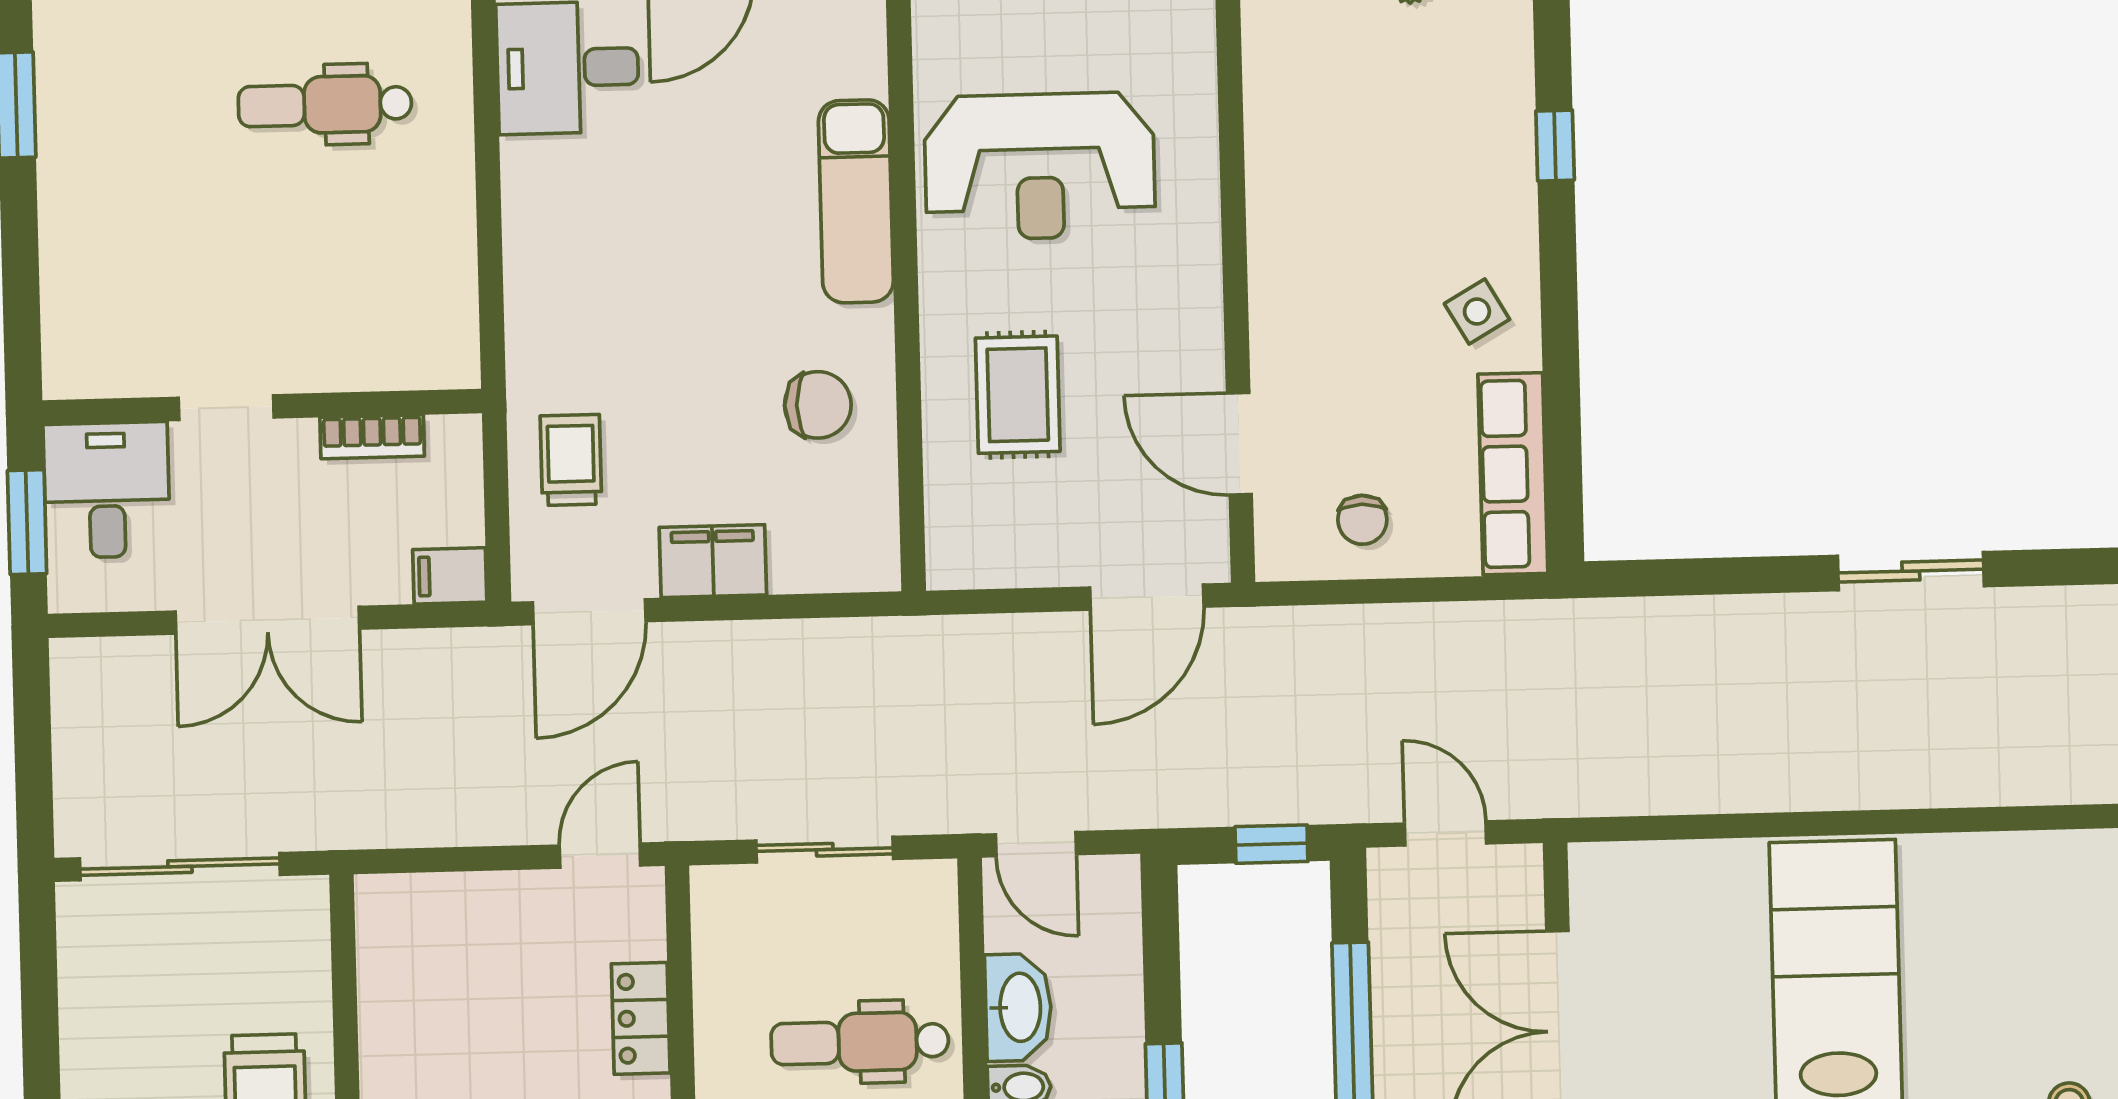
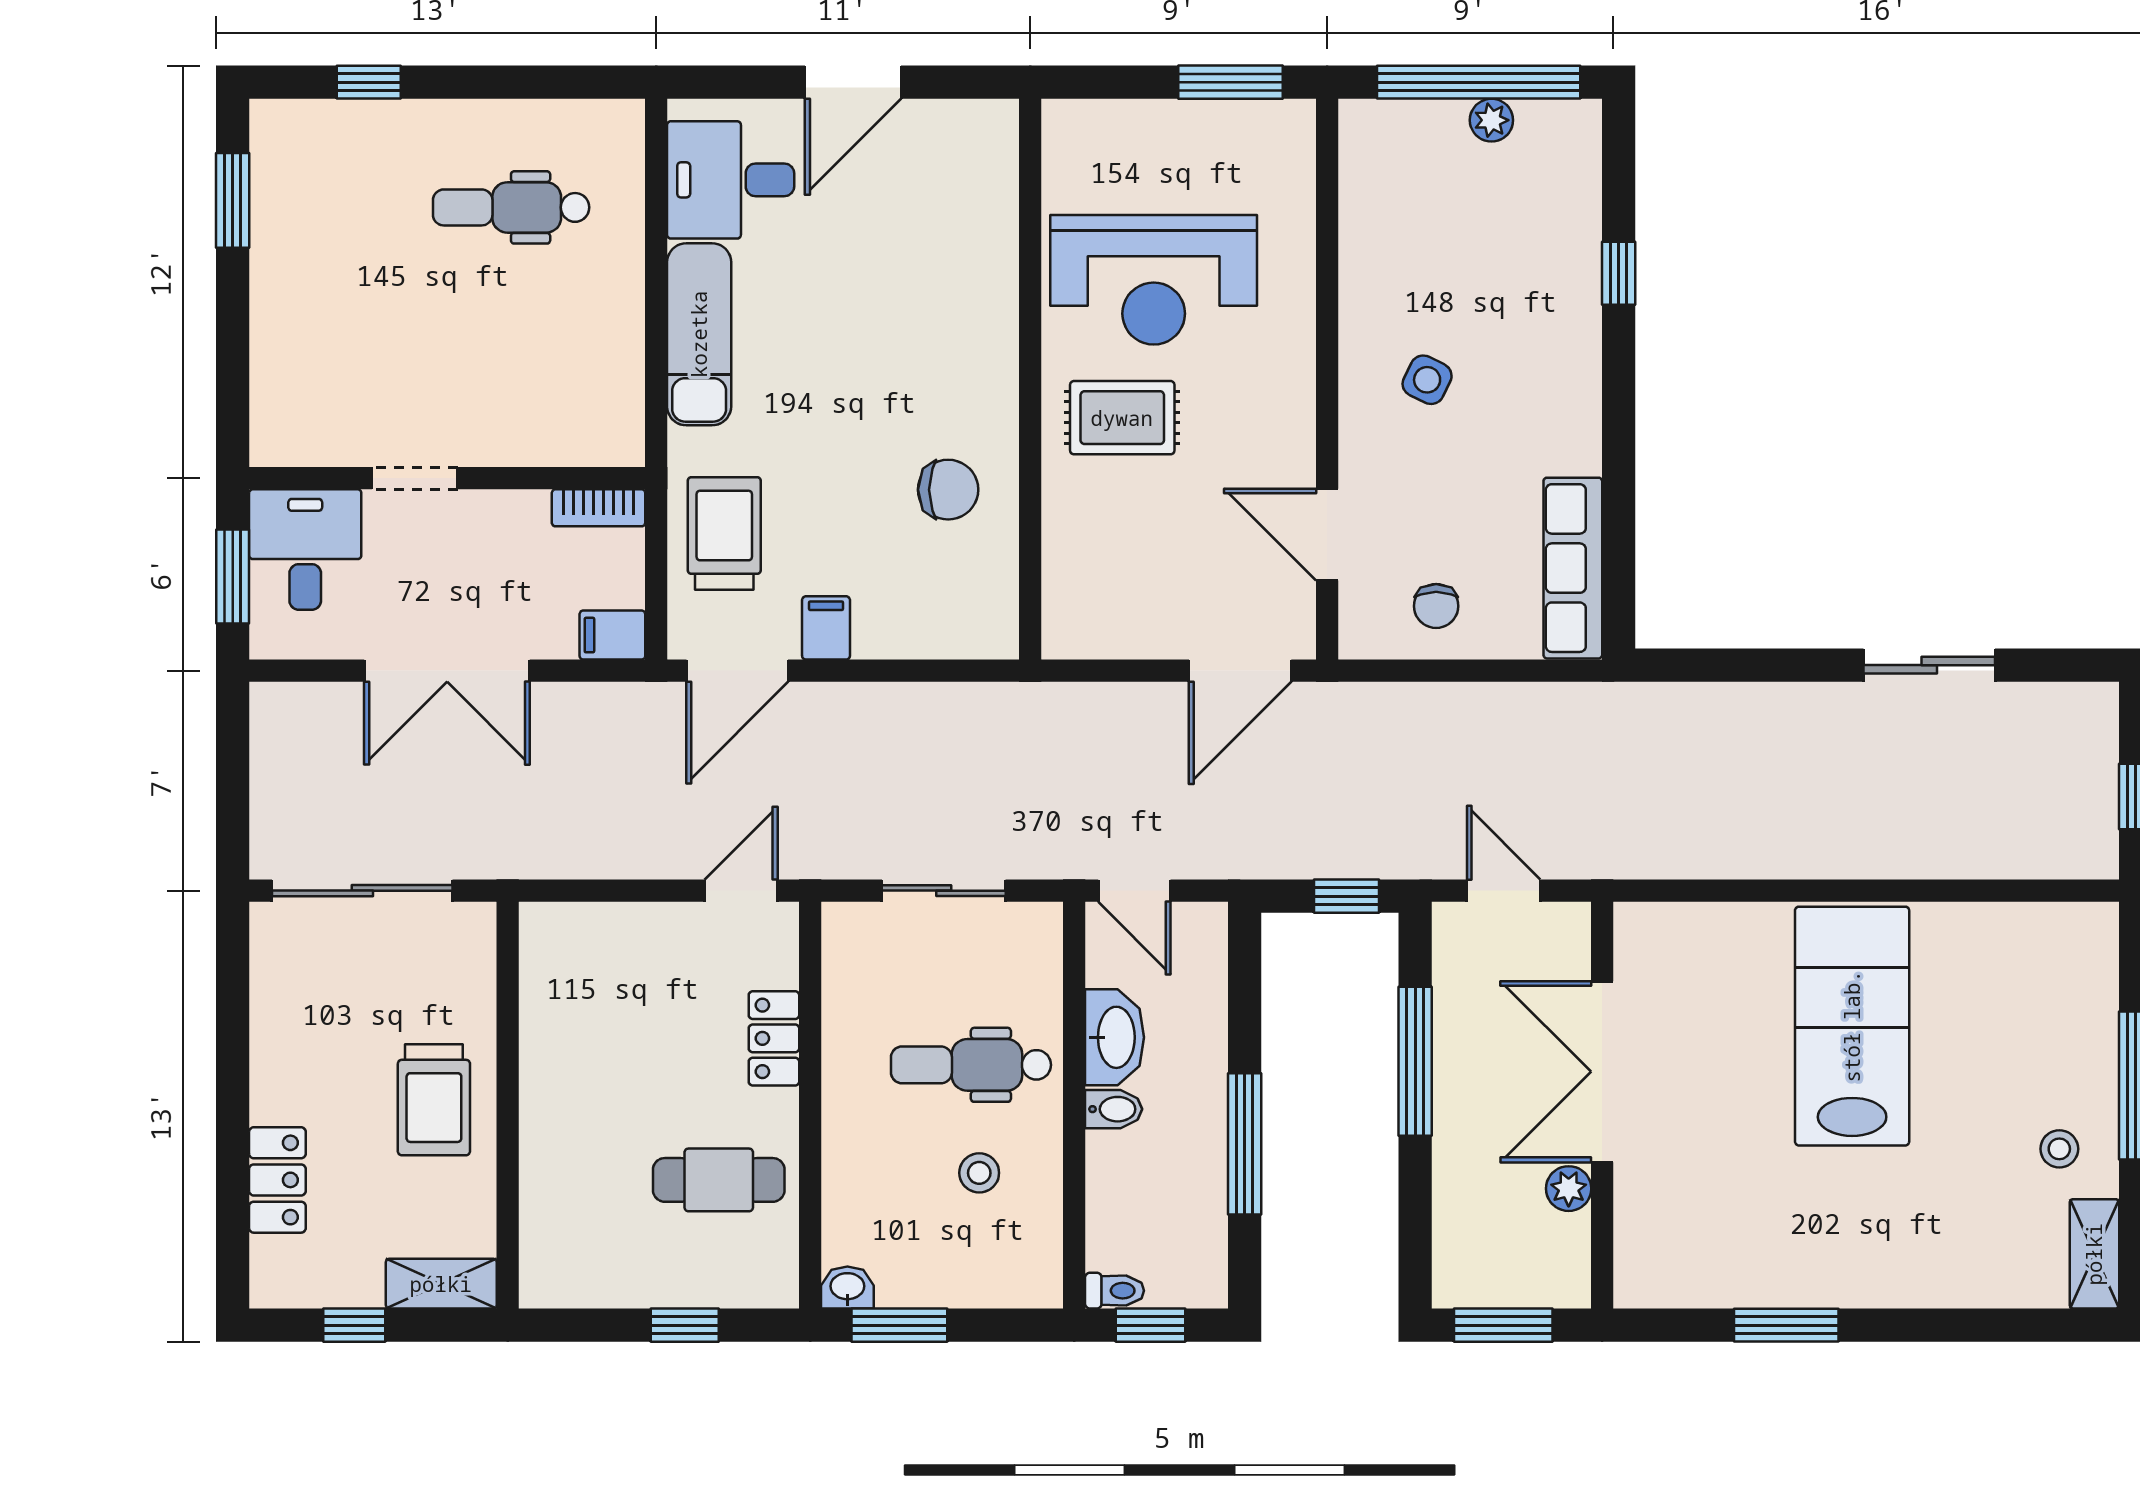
exam couch: (856, 201) -> (699, 334), moved, turned 180
side table: (1477, 312) -> (1427, 380), moved, turned -34
rug: (1018, 395) -> (1122, 418), moved, turned 90
bookcase: (372, 437) -> (599, 508), moved
trolley: (571, 460) -> (724, 533), width x1.36, depth x1.39
filing cabinet: (713, 561) -> (826, 628), width x0.50

